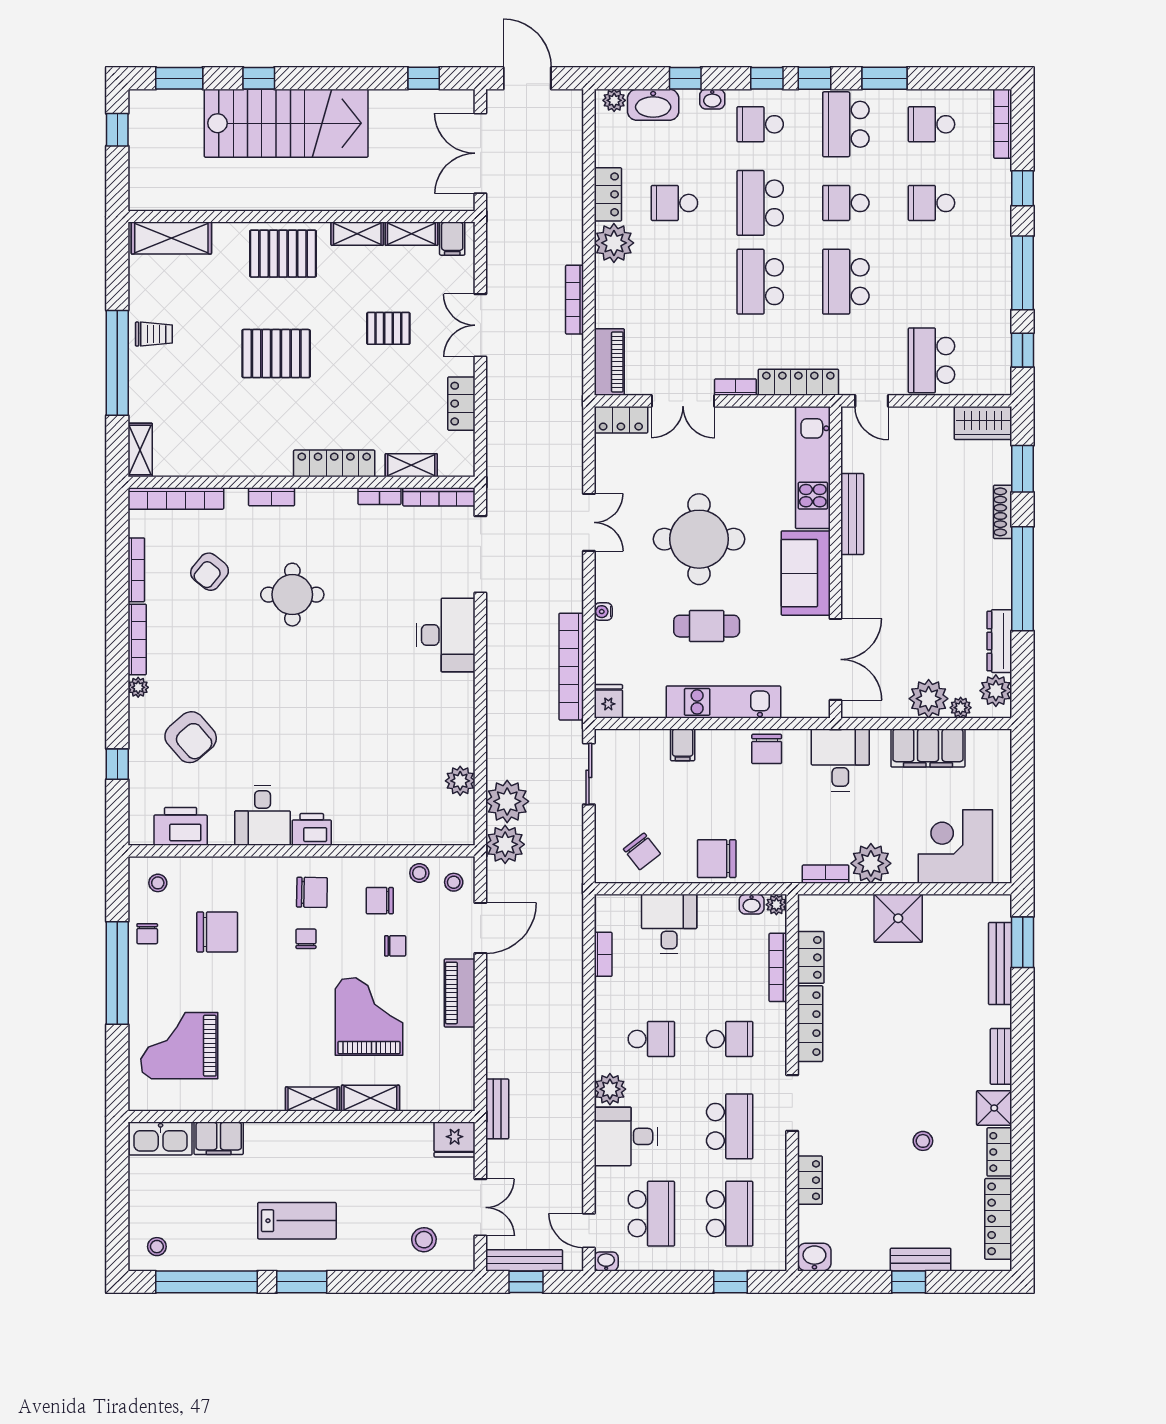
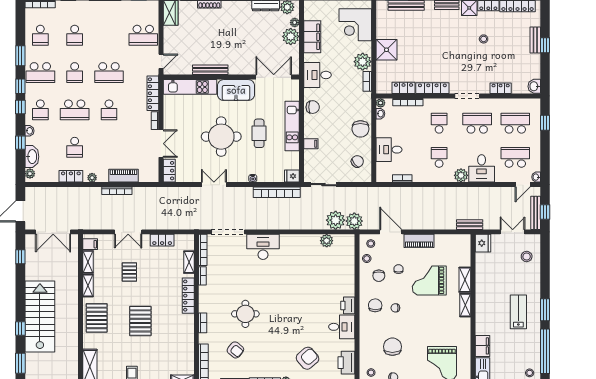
plant: (614, 243) -> (92, 178), width x0.53, depth x0.53
school desk: (760, 282) -> (109, 110), width x0.54
piano: (609, 362) -> (123, 176), moved

